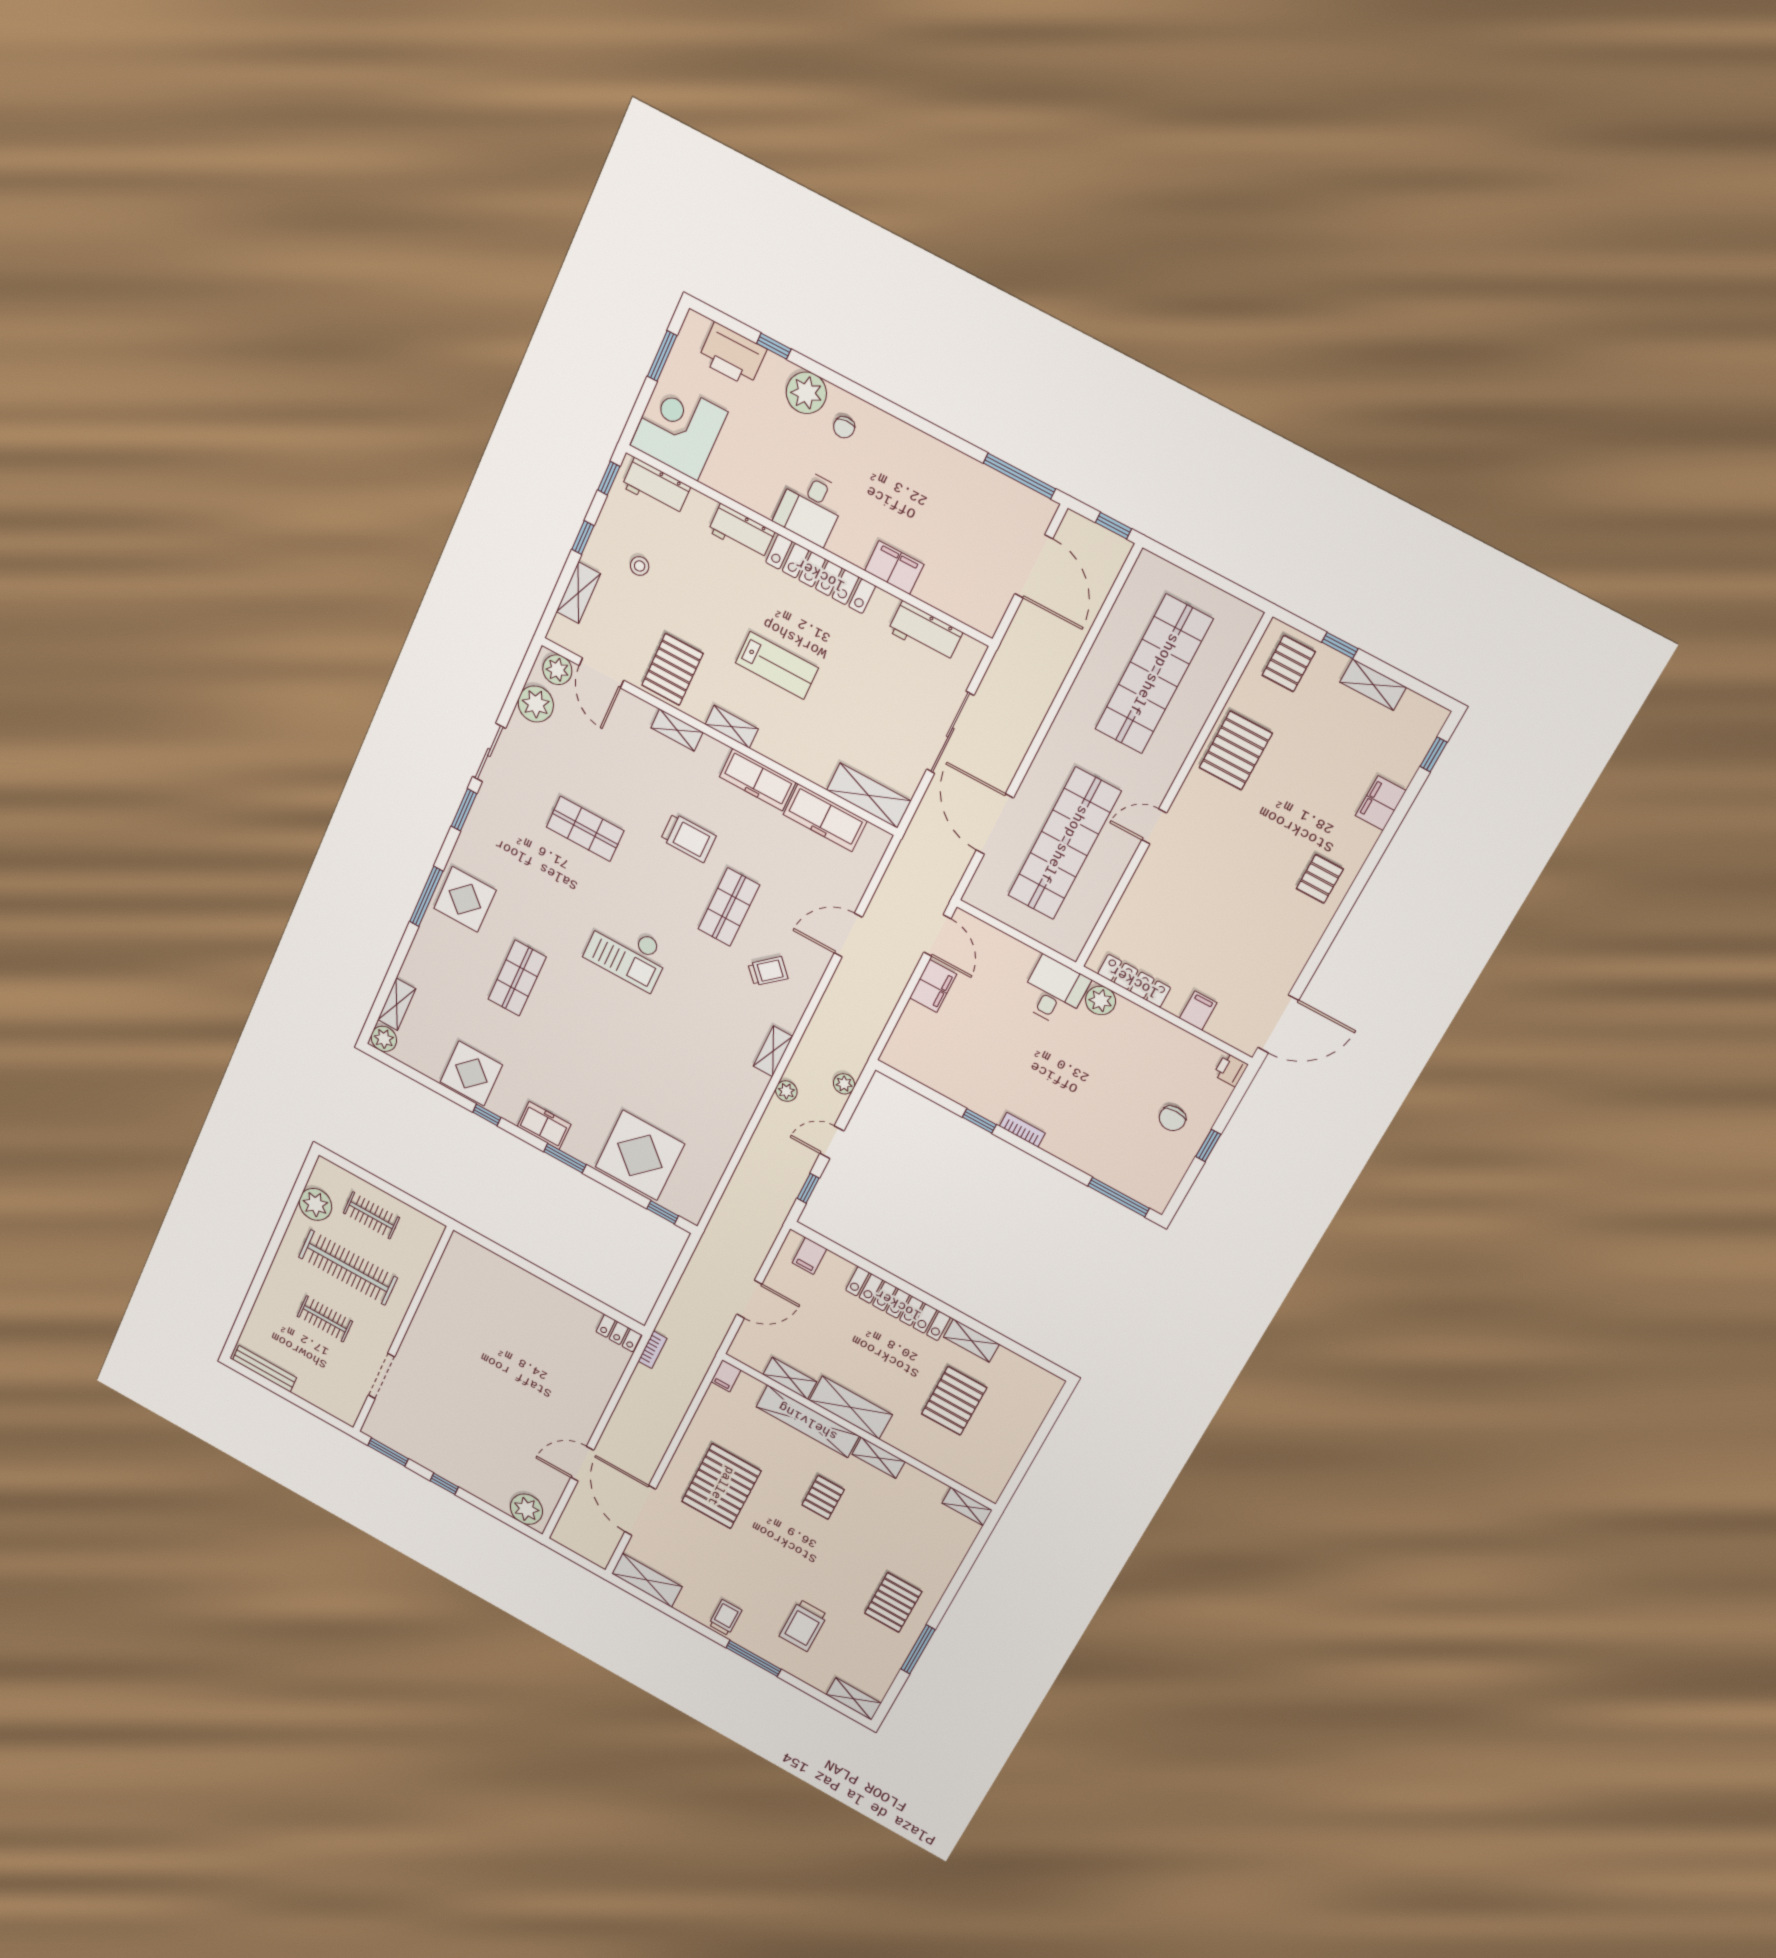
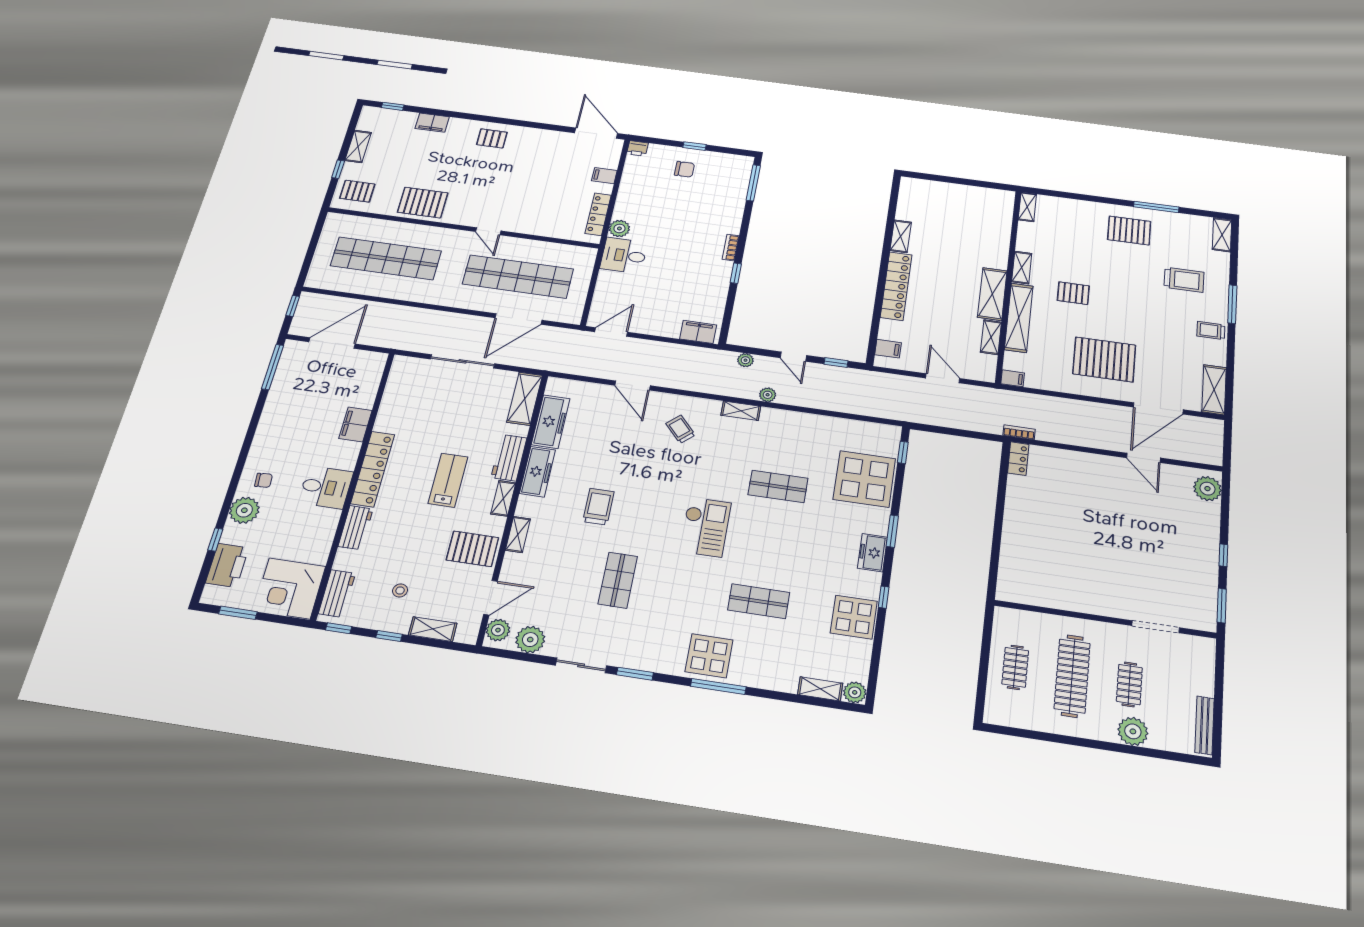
workbench: (925, 632) -> (509, 458), moved, turned 180
shop shelf: (729, 907) -> (778, 486), moved
filing cabinet: (933, 986) -> (698, 332), moved
plant: (315, 1204) -> (1133, 731), moved
pallet: (954, 1401) -> (952, 235), removed

